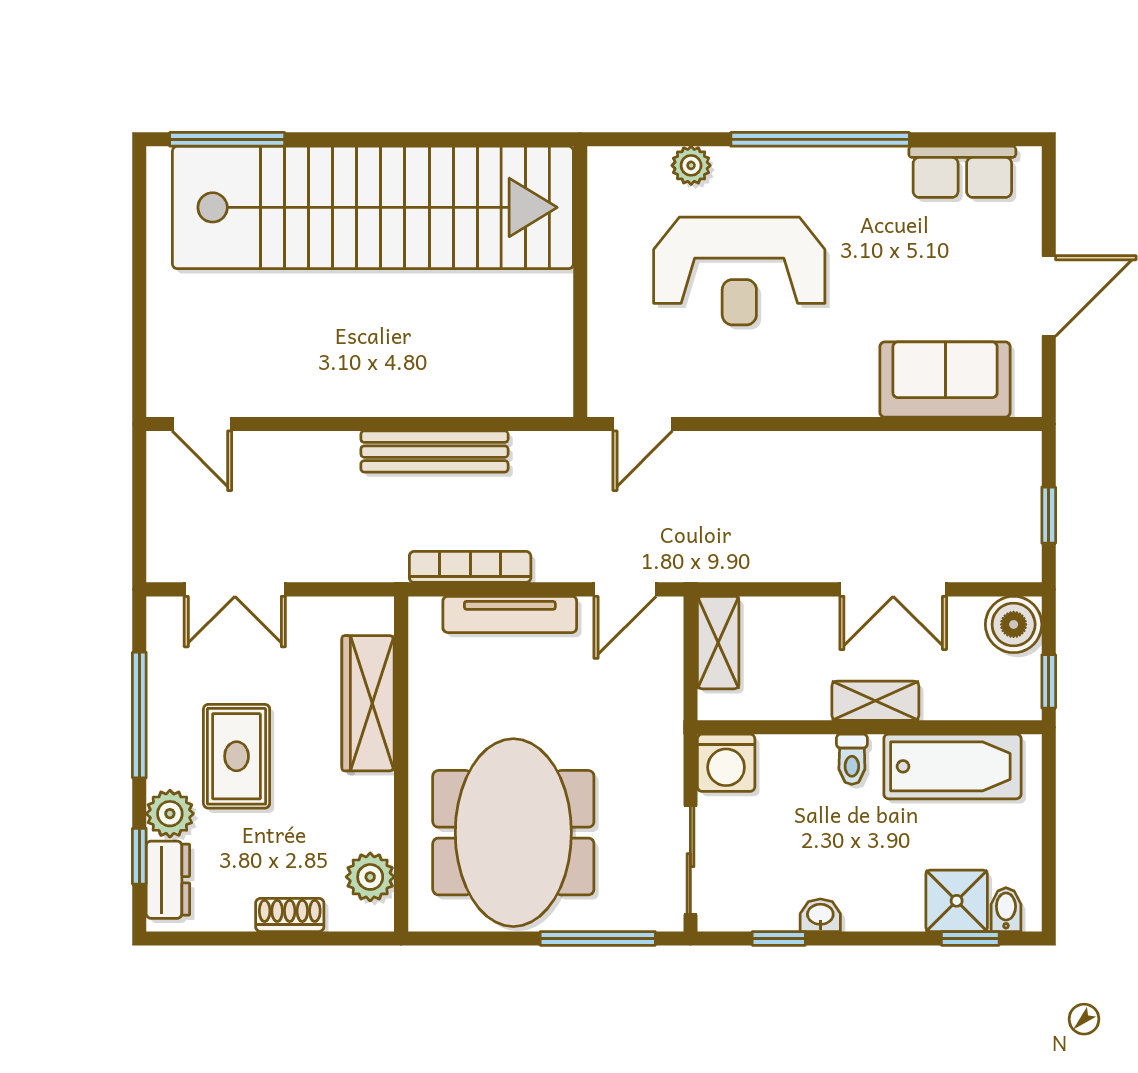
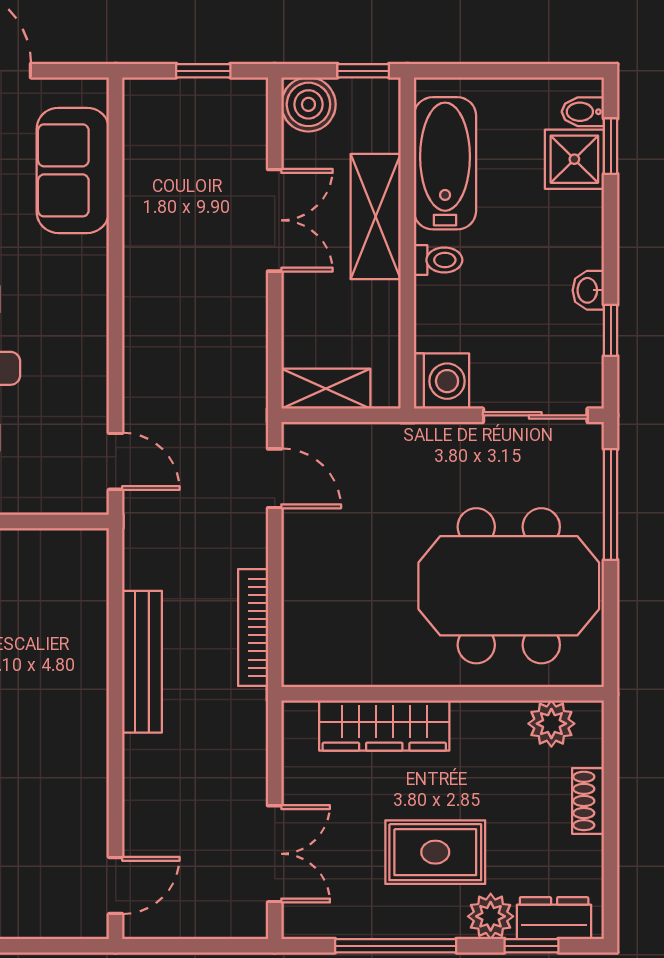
tv unit: (510, 614) -> (299, 589), removed
shelving: (875, 701) -> (376, 217), width x1.50, depth x1.33

